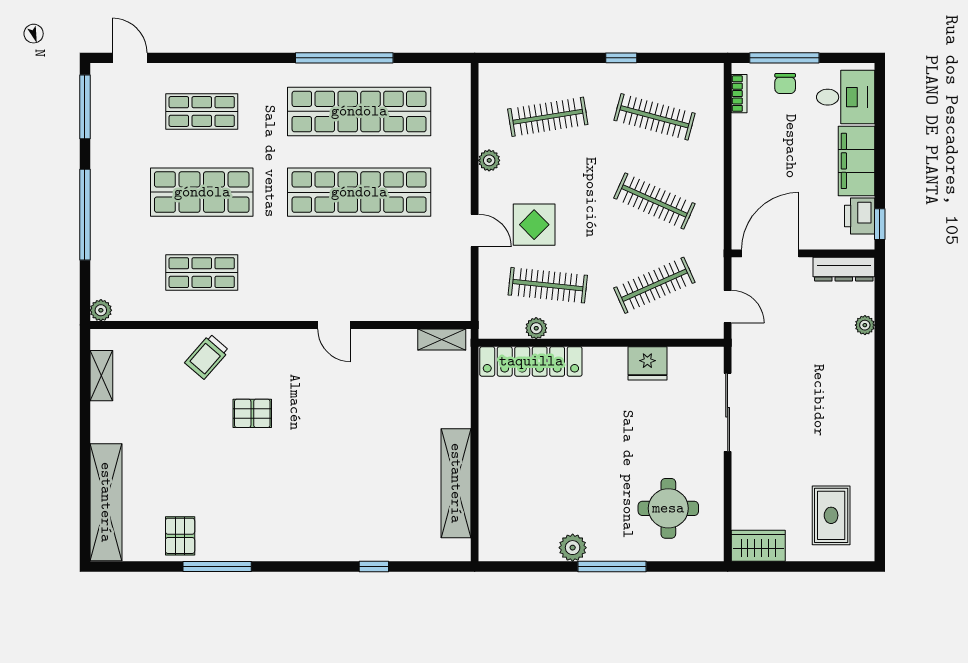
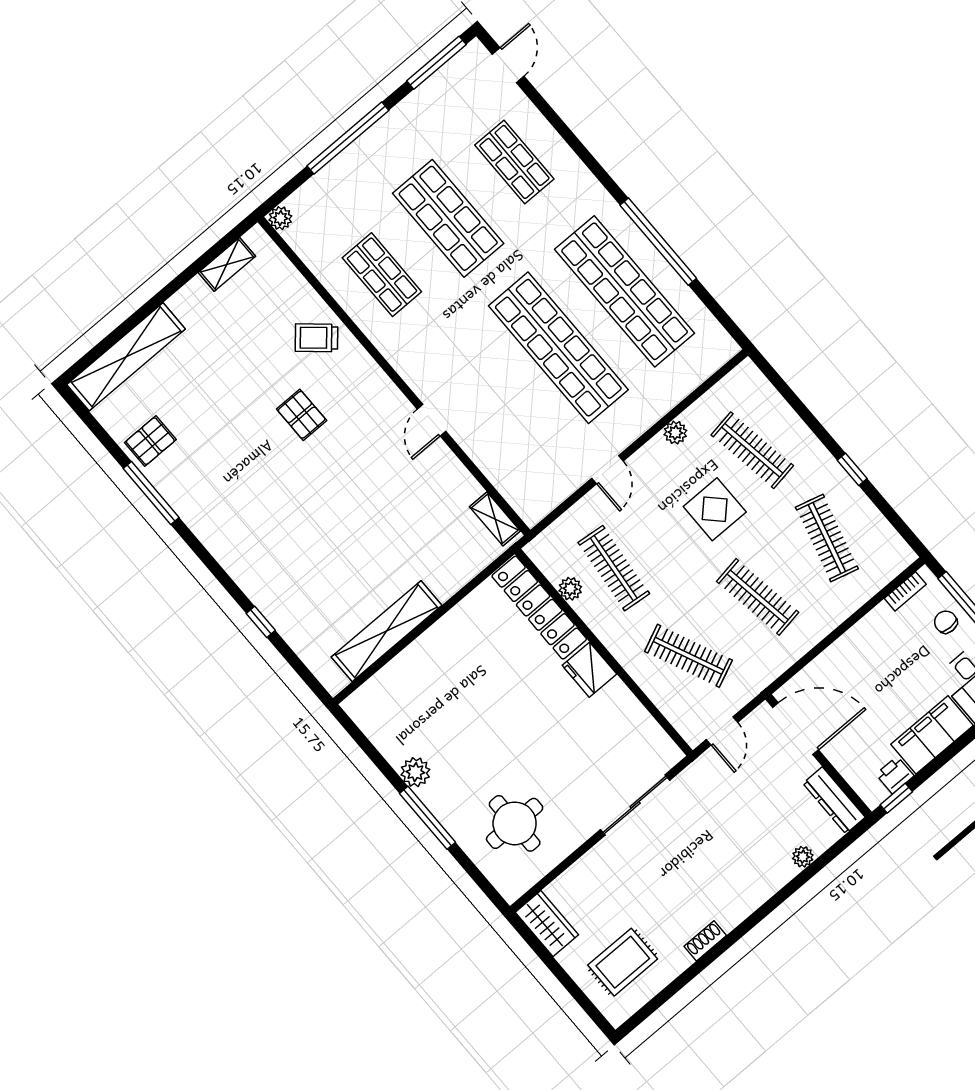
chair: (785, 83) -> (946, 622), turned 90
clothes rail: (654, 201) -> (758, 597), turned -33
printer: (860, 216) -> (895, 775), width x0.73, depth x0.81
display table: (534, 225) -> (715, 509), moved
fridge: (647, 363) -> (589, 670), moved
shoe rack: (866, 444) -> (705, 941), added

